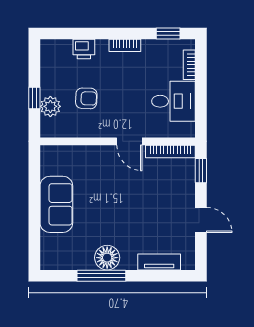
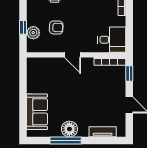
desk: (174, 101) -> (112, 40), moved
door: (129, 141) -> (73, 55), moved
sofa: (56, 204) -> (37, 112), moved

